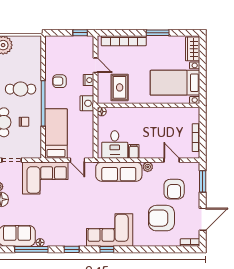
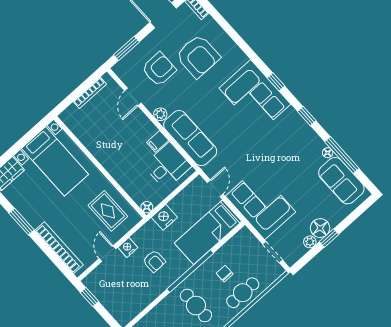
armchair: (59, 81) -> (154, 261), moved
rug: (120, 87) -> (108, 211), turned 90
nightstand: (87, 103) -> (164, 217), moved

